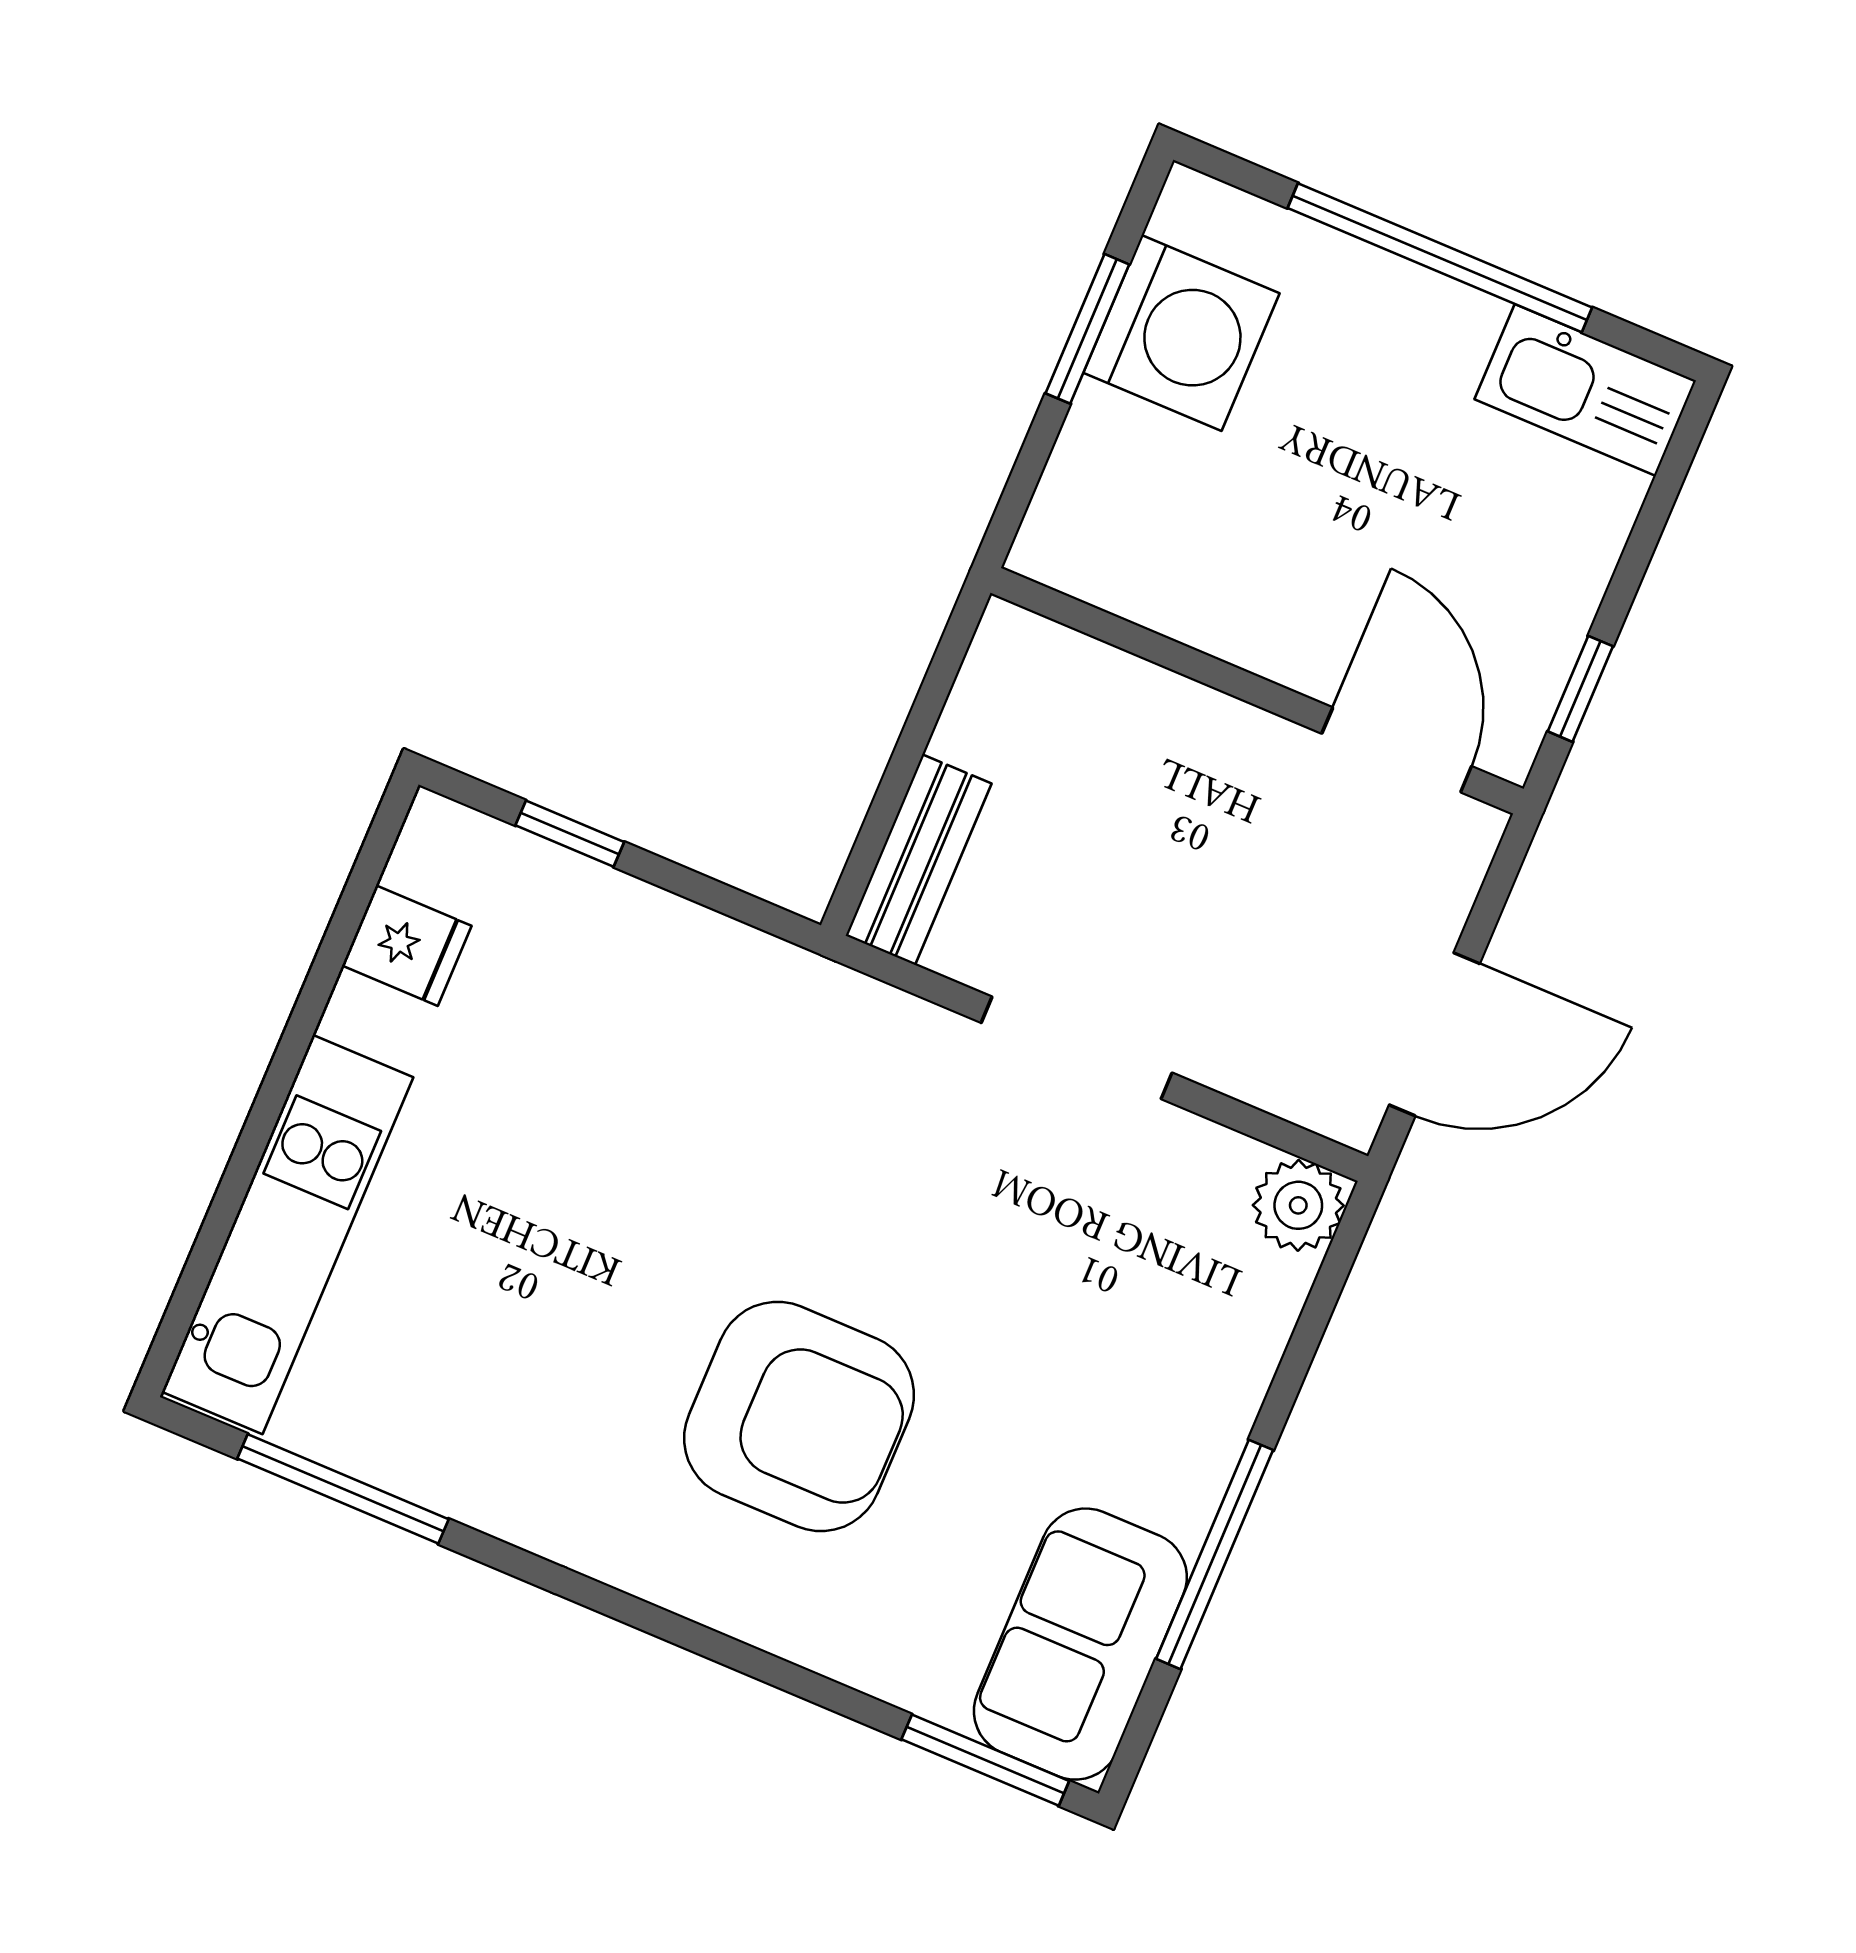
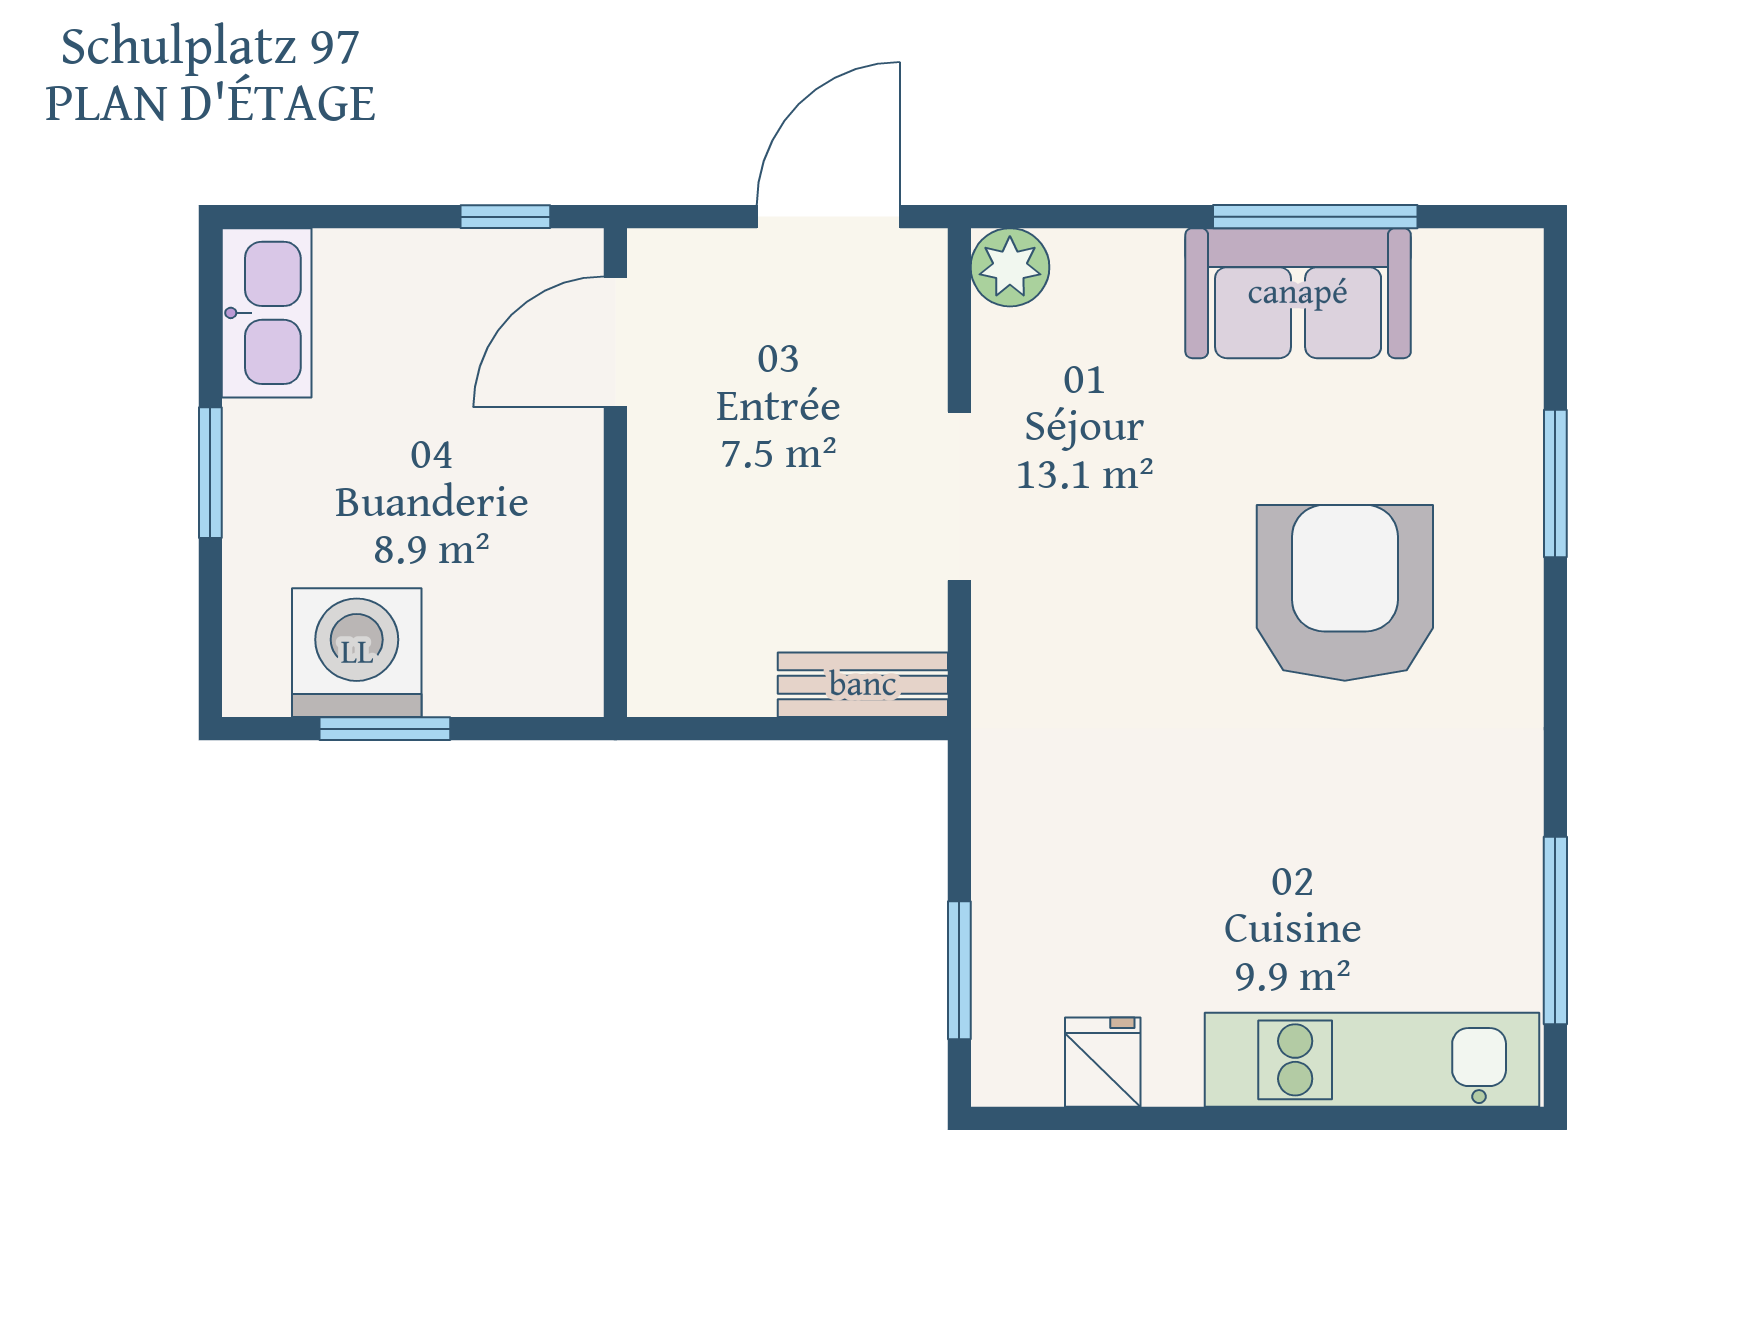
window: (1440, 258) -> (210, 473), width x0.47
window: (570, 834) -> (959, 970), width x1.50
door: (1434, 1034) -> (829, 217), hinge flipped
sofa: (1080, 1644) -> (1298, 293), moved
window: (985, 1760) -> (1555, 483), moved

